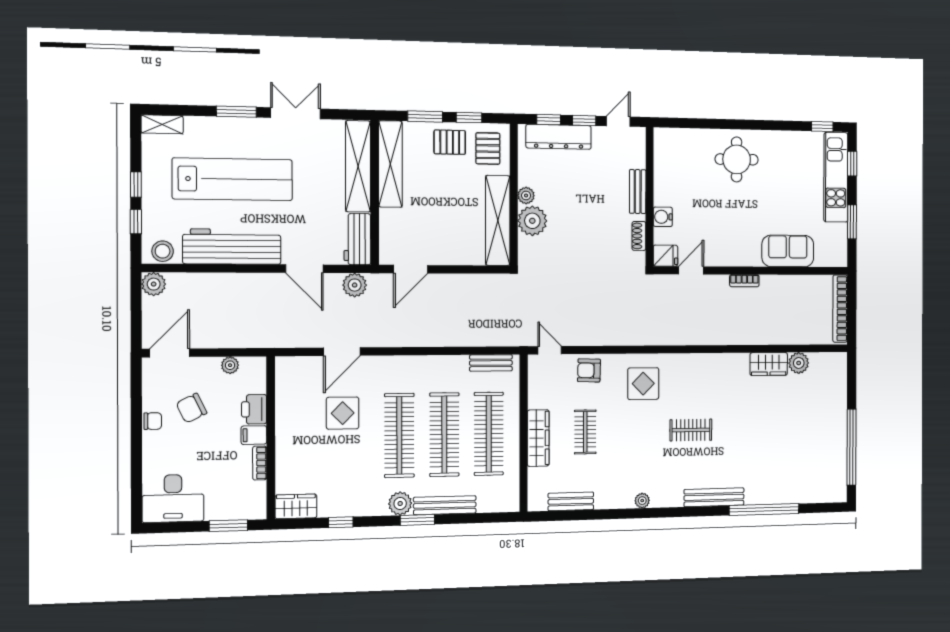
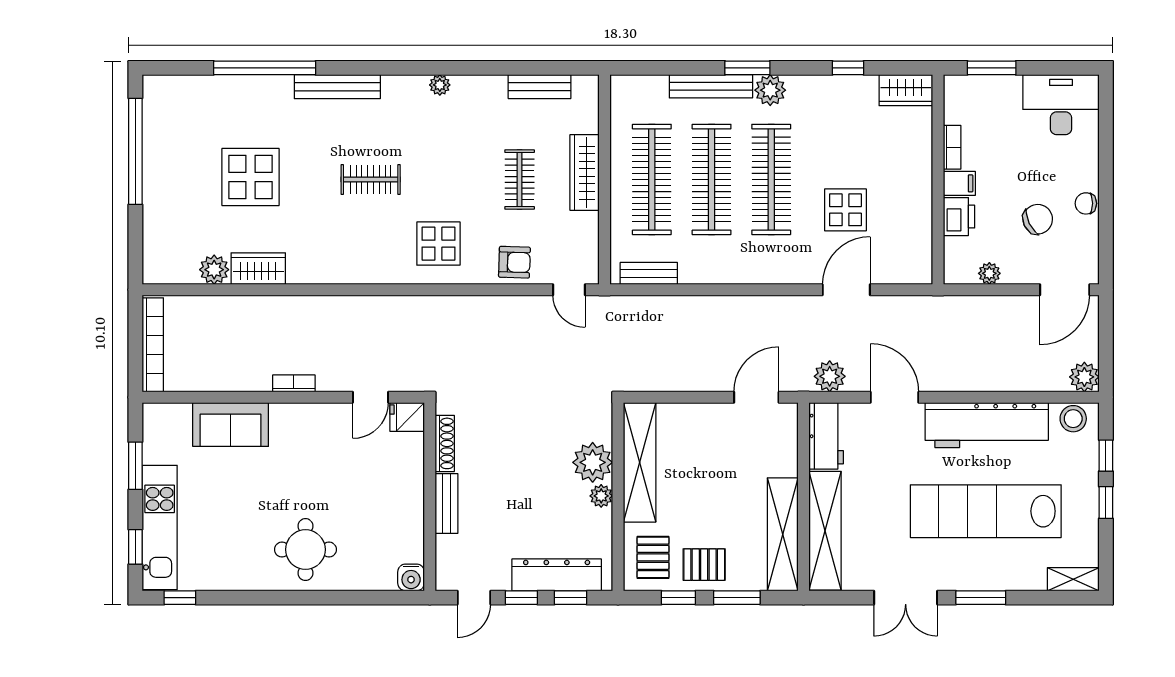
water cooler: (663, 217) -> (411, 577), moved, turned 90
shoe rack: (639, 236) -> (445, 443), width x1.43
display table: (774, 430) -> (251, 177), added

